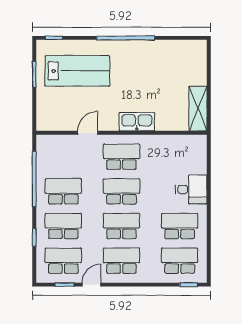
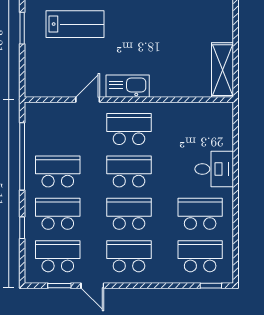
lab bench: (77, 71) -> (75, 24), width x0.73, depth x0.72
kitchen sink: (137, 122) -> (128, 86), moved
door: (92, 285) -> (92, 286), swing flipped

